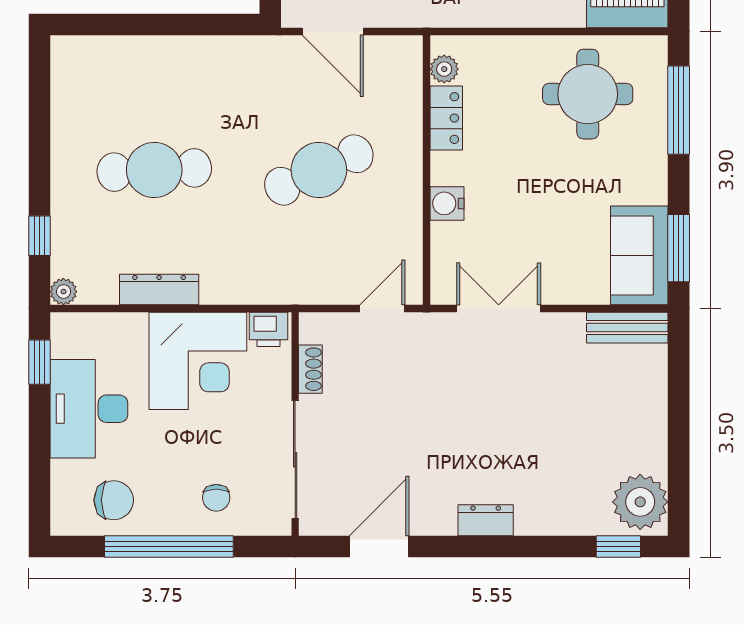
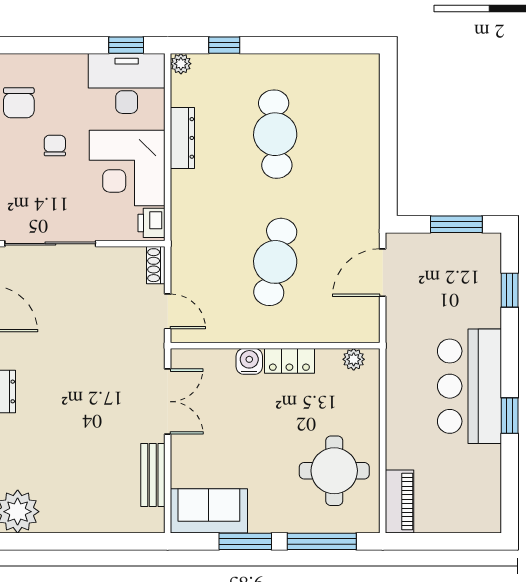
locker: (446, 118) -> (289, 361), moved
cafe table: (319, 170) -> (275, 262), turned 36
window: (679, 248) -> (245, 541), moved
bench: (627, 328) -> (153, 475), moved
shoe rack: (310, 369) -> (156, 265), moved, turned 90
desk: (89, 409) -> (127, 83), moved
chair: (216, 498) -> (55, 146), moved, turned 90

